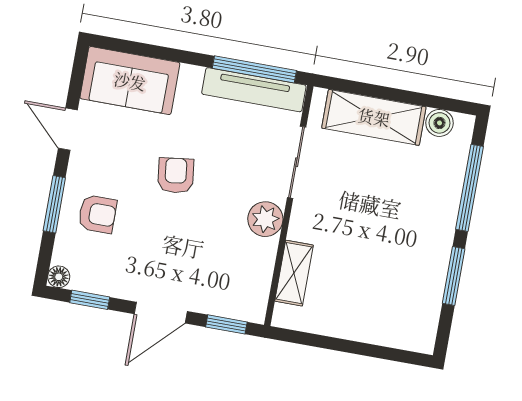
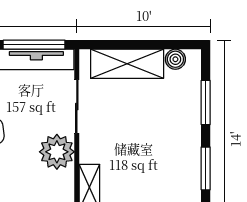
window: (469, 188) -> (206, 102), width x0.69
plant: (265, 219) -> (57, 152), width x1.36, depth x1.36

